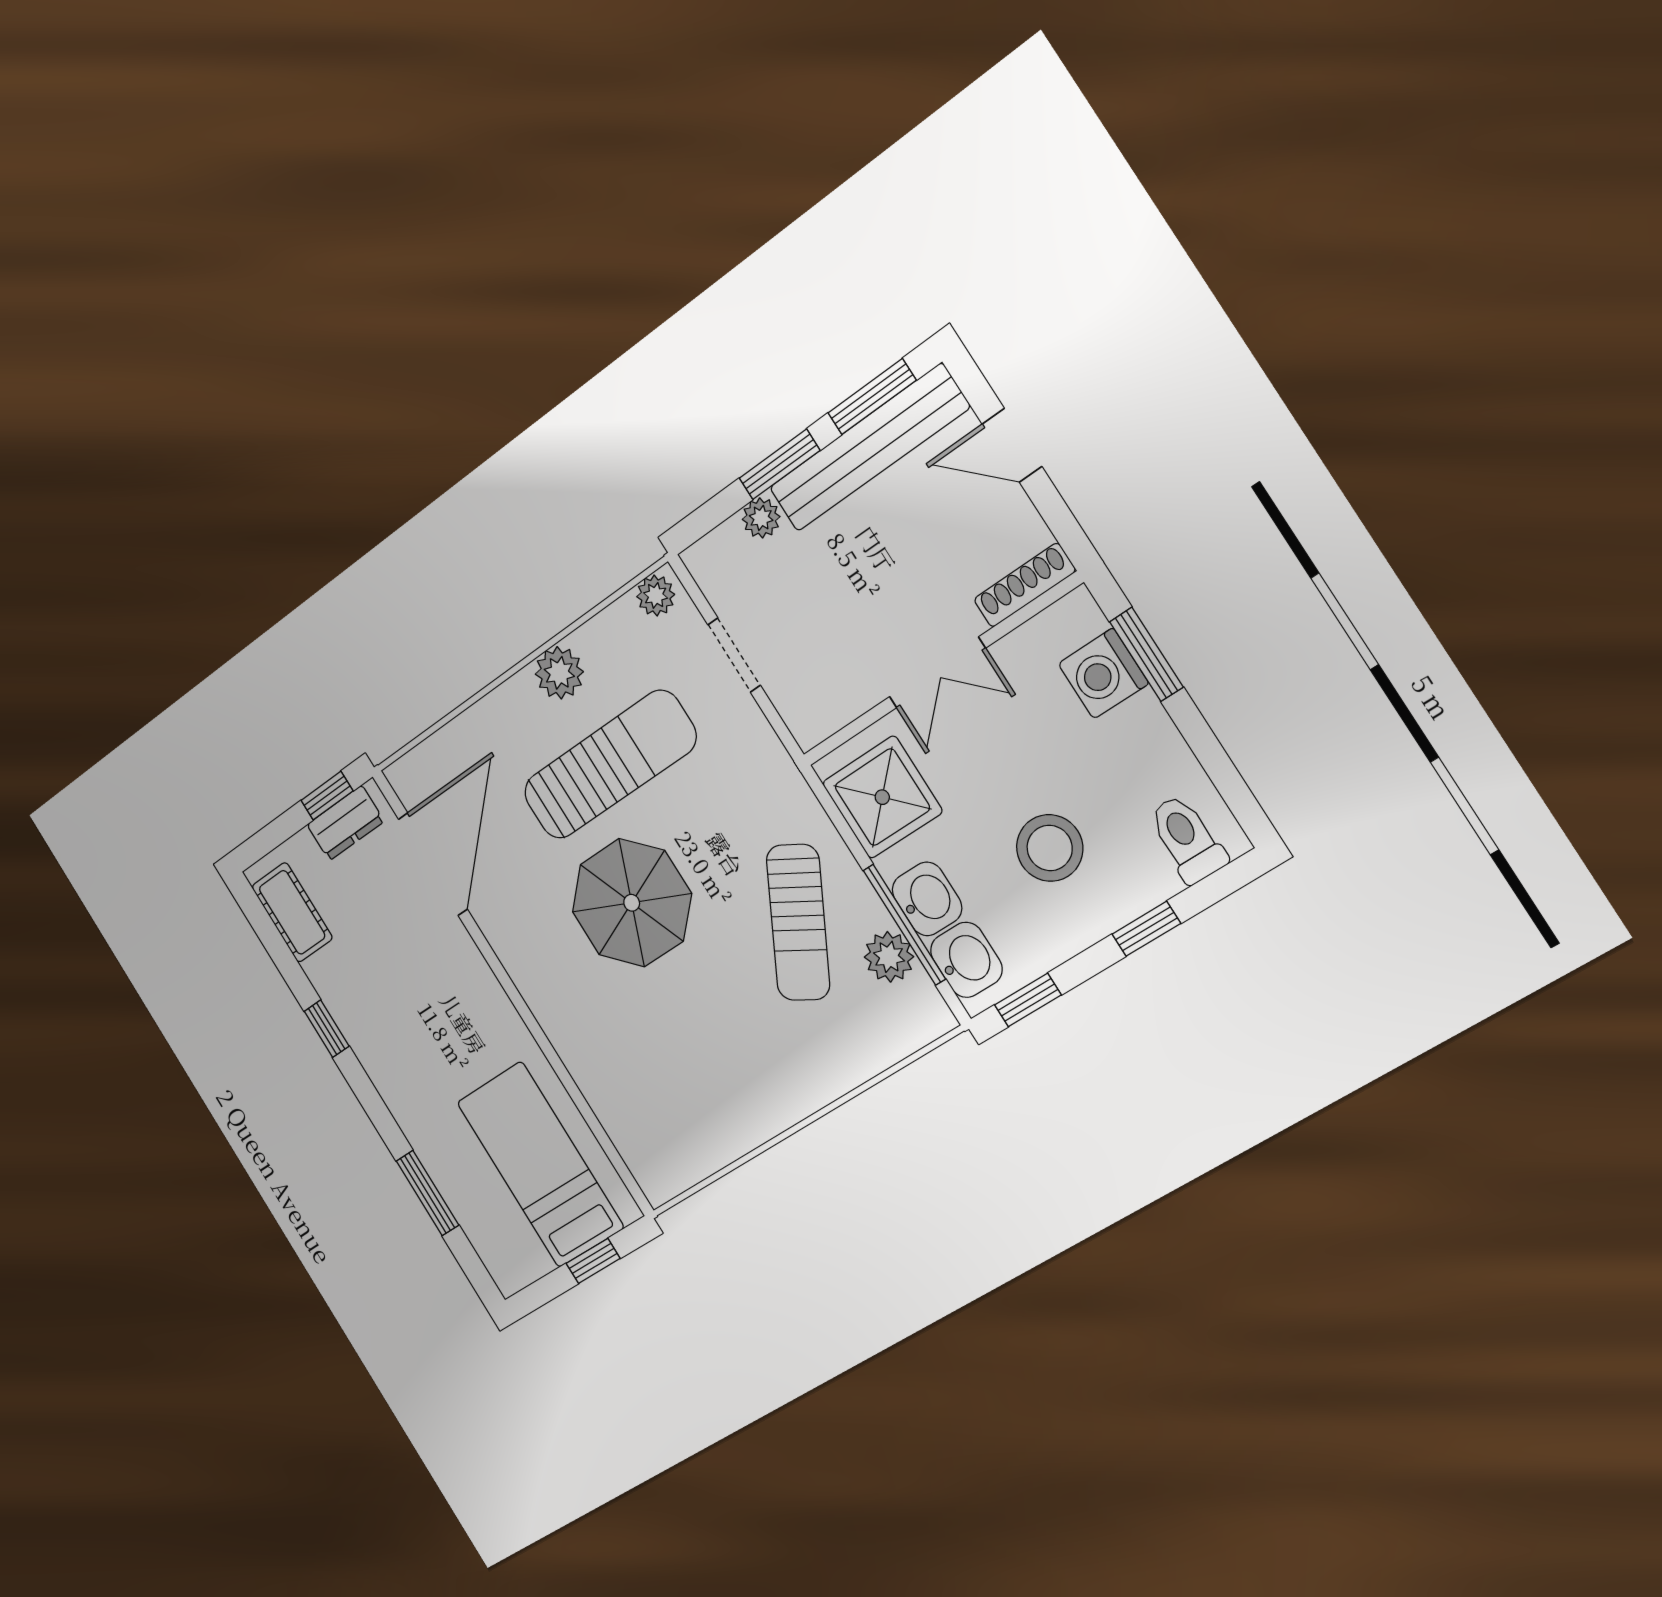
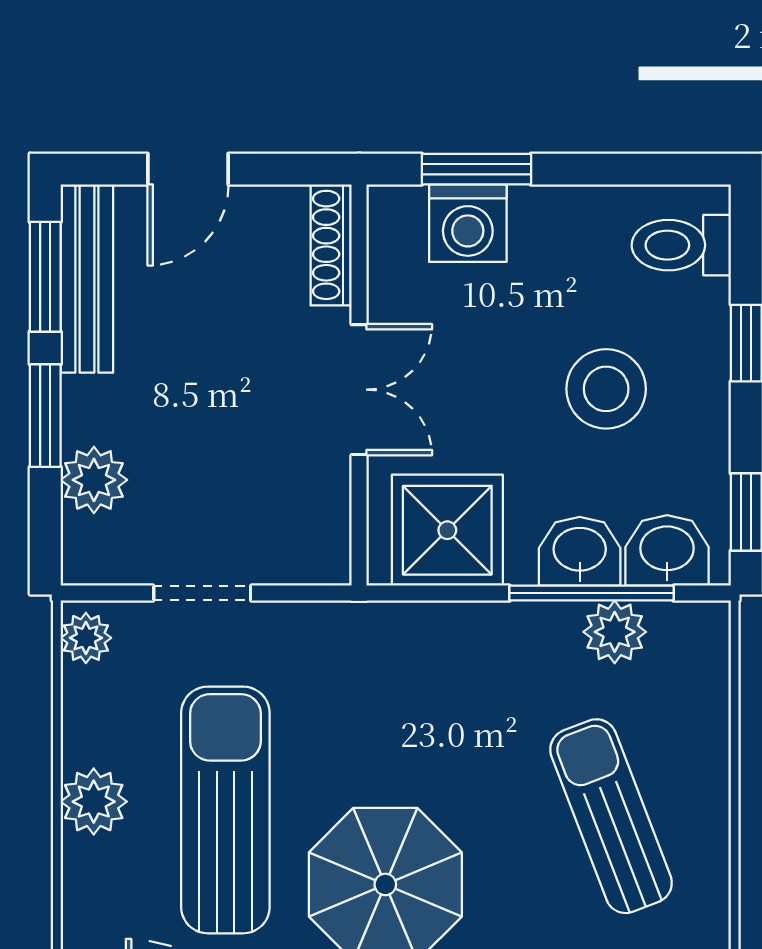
bench: (869, 448) -> (87, 279), width x0.73, depth x0.82
plant: (761, 518) -> (94, 480), width x1.38, depth x1.38
sun lounger: (798, 923) -> (611, 816), moved, turned -140

